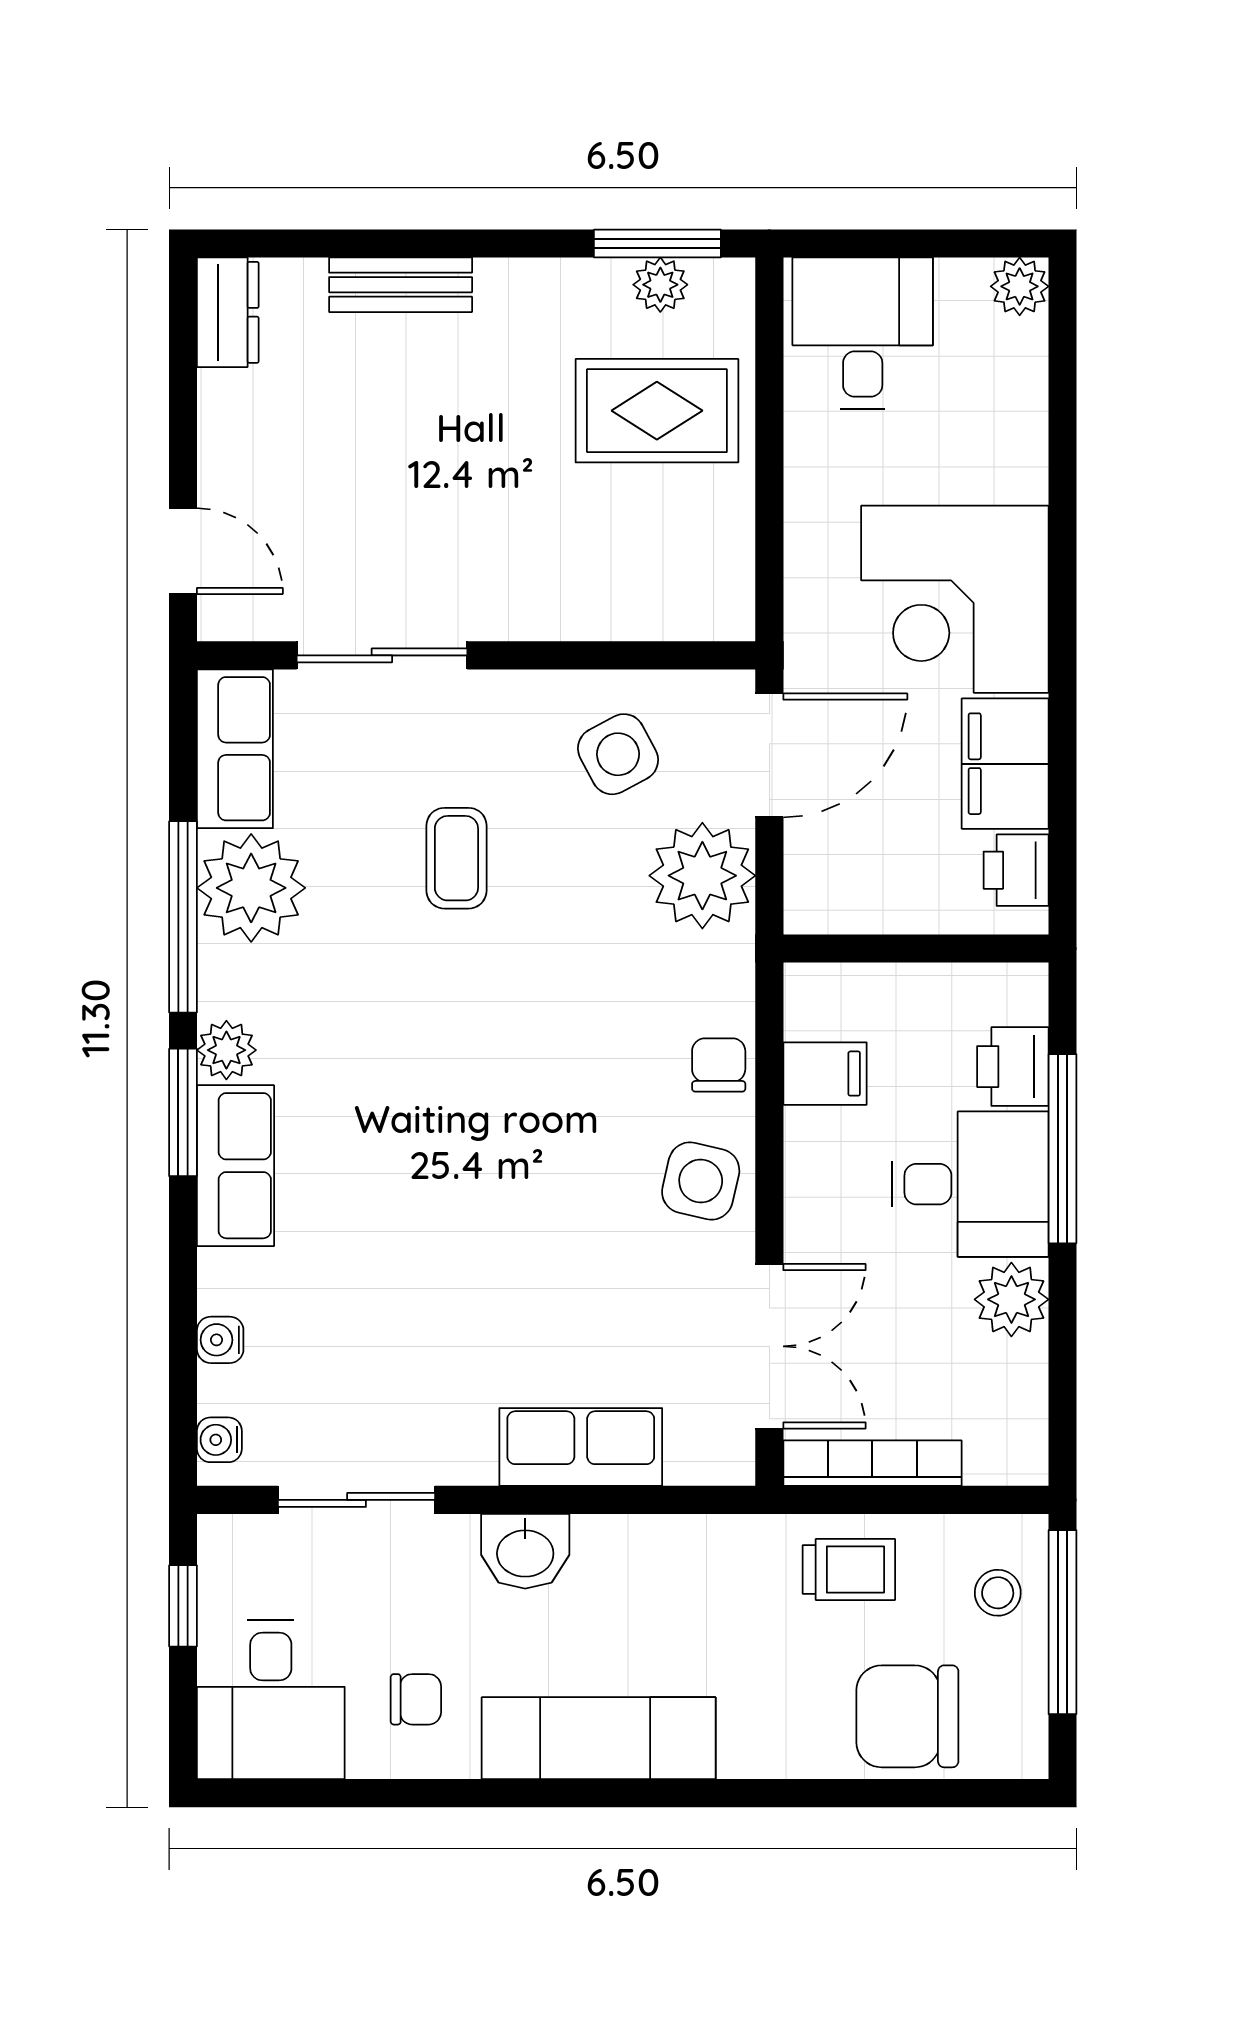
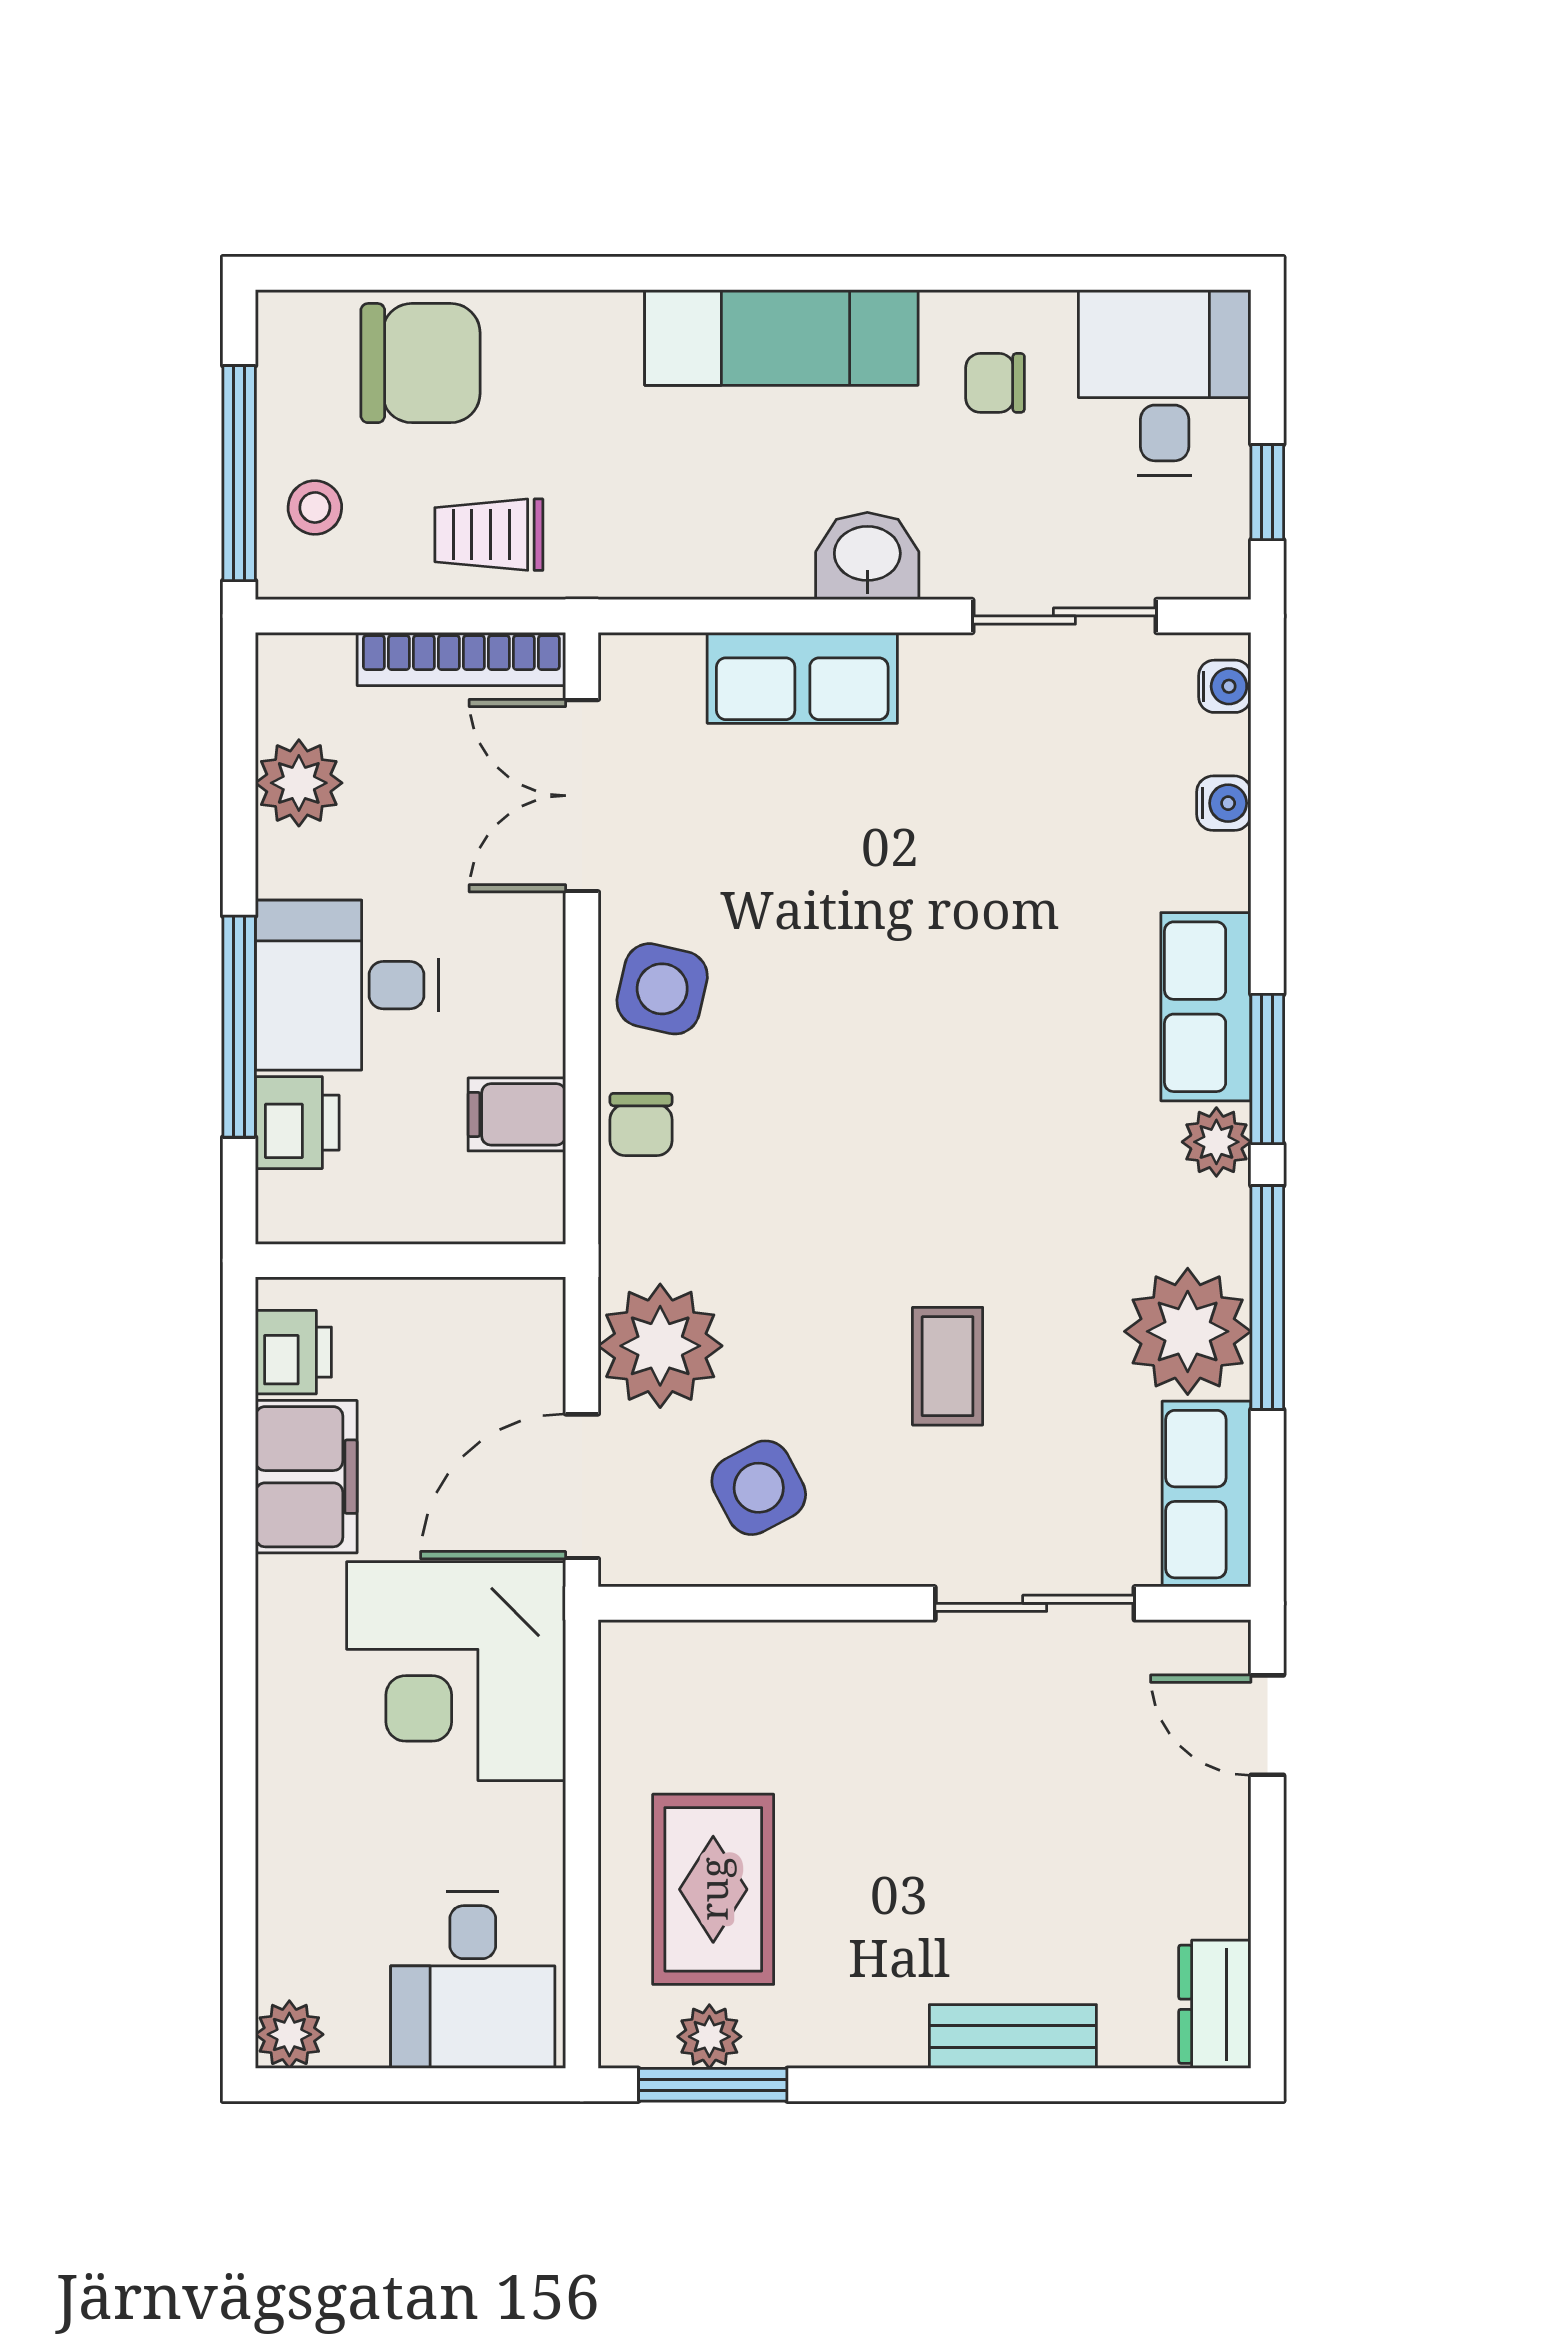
rug: (657, 411) -> (713, 1889), turned 90
corner desk: (955, 599) -> (456, 1671), moved, turned 180
plant: (1011, 1299) -> (299, 783), moved

